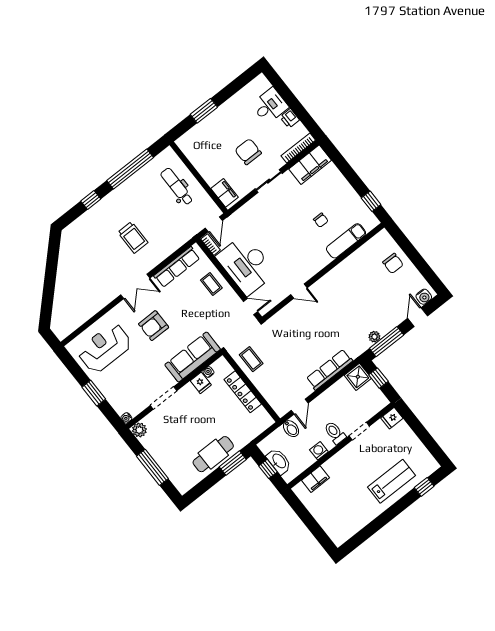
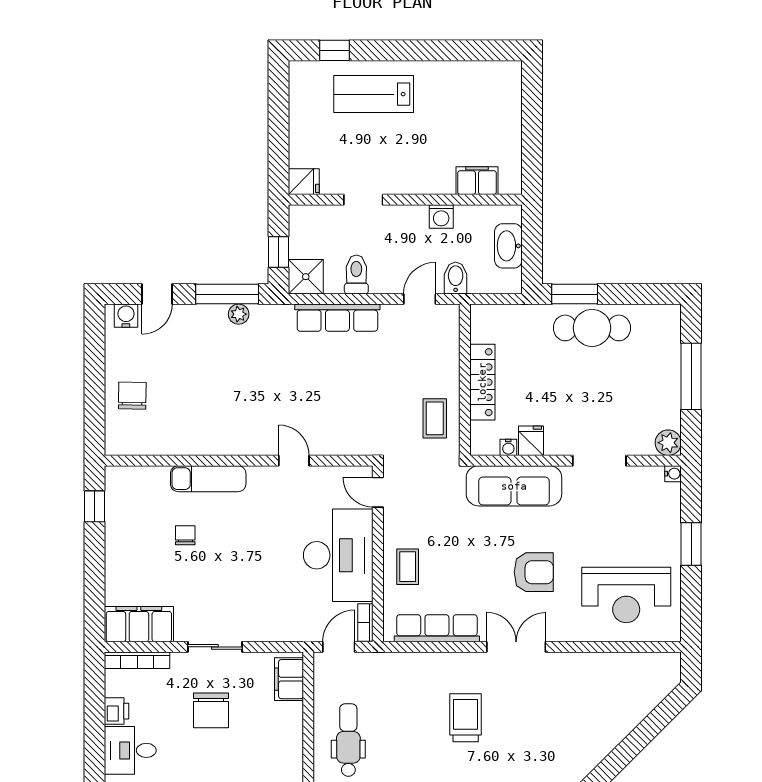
dental chair: (177, 187) -> (348, 740), turned 180
exam couch: (346, 241) -> (208, 479), moved
toilet: (335, 433) -> (356, 275), moved, turned 180
window: (268, 469) -> (532, 247), removed

